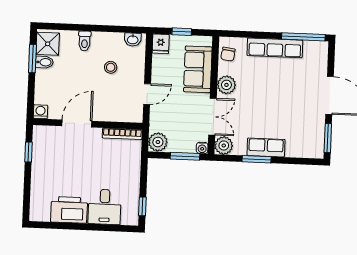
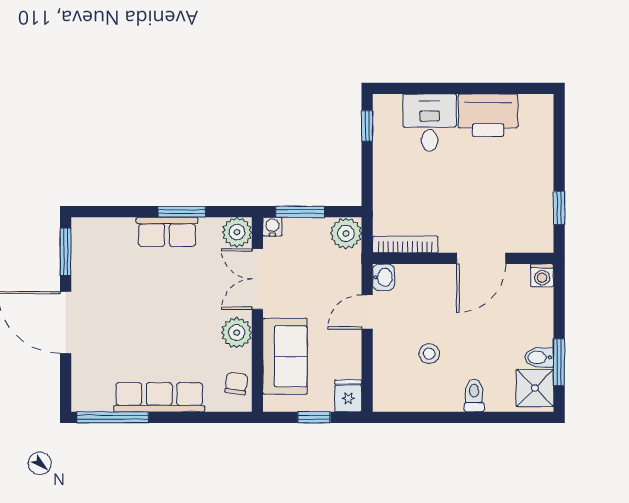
washbasin: (133, 40) -> (383, 277), moved, turned 90

